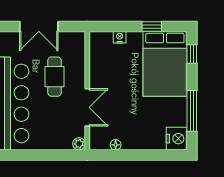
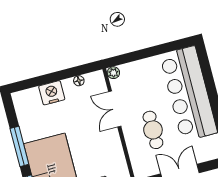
window: (192, 111) -> (19, 146), moved
nightstand: (177, 139) -> (52, 93), moved, turned 90

